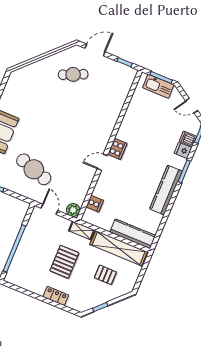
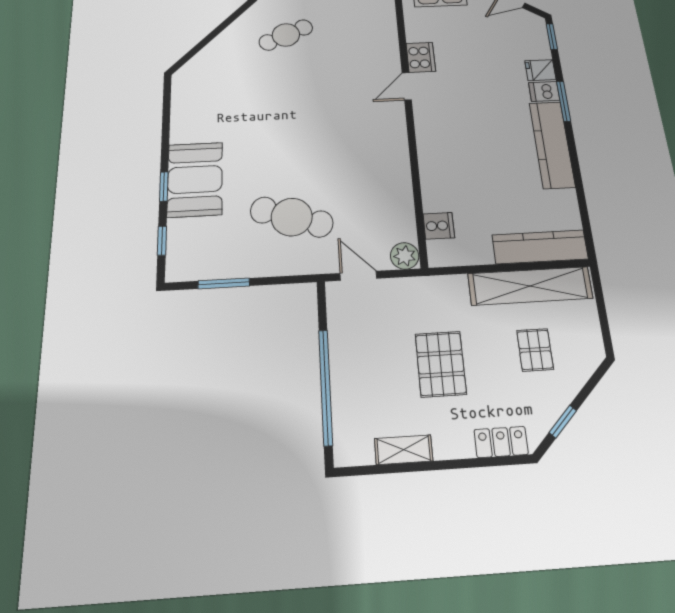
dishwasher: (188, 139) -> (544, 91), moved
cooker: (117, 149) -> (421, 57), moved
door: (102, 162) -> (407, 86), moved
shelving: (82, 230) -> (404, 450), moved
pallet: (105, 275) -> (535, 350), turned 90
locker: (56, 296) -> (501, 442), moved

